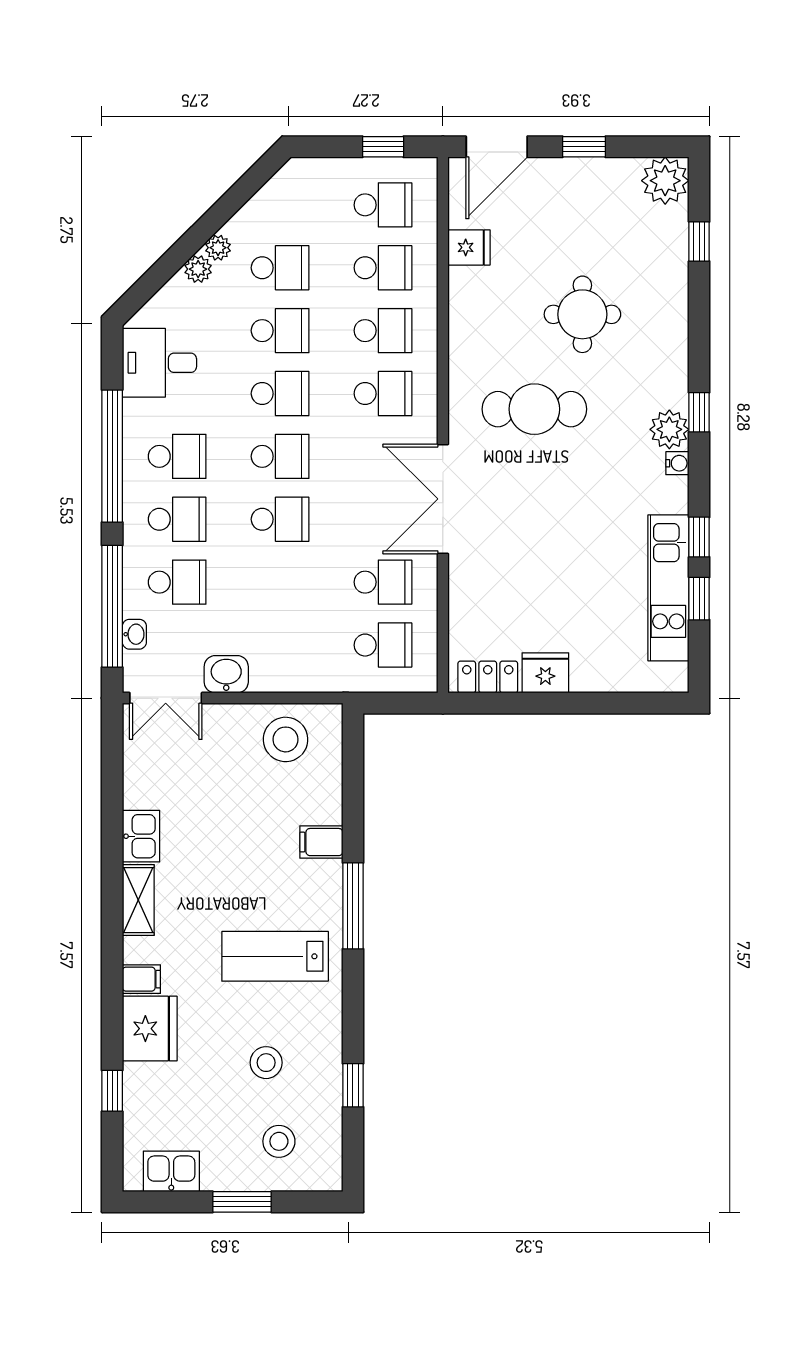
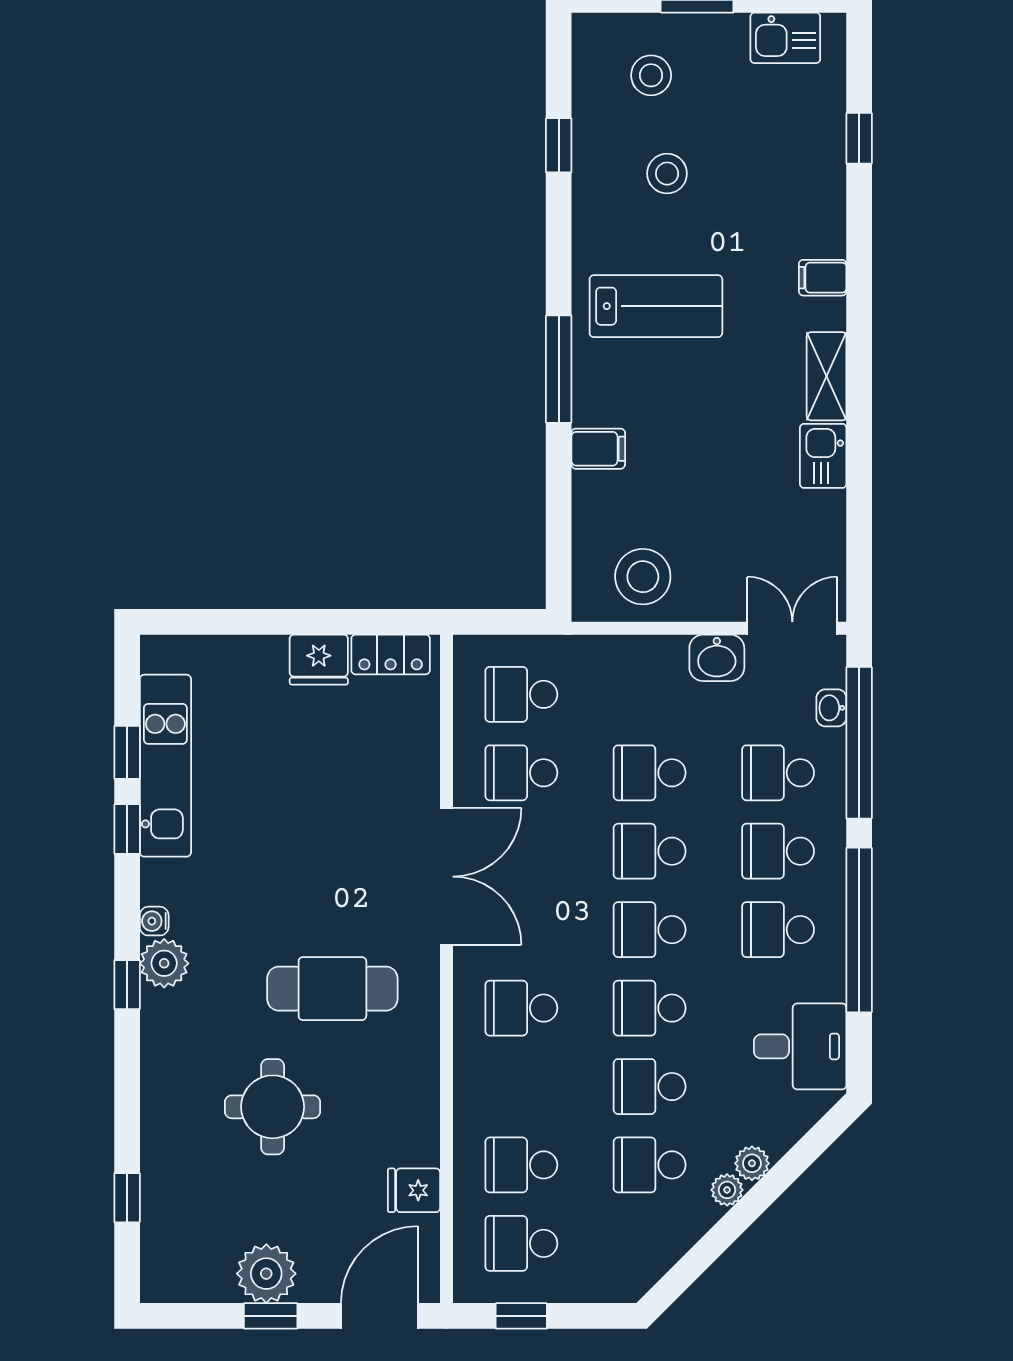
plant: (665, 181) -> (266, 1274), moved
school desk: (383, 331) -> (650, 773), moved
fridge: (150, 1029) -> (812, 216), removed

